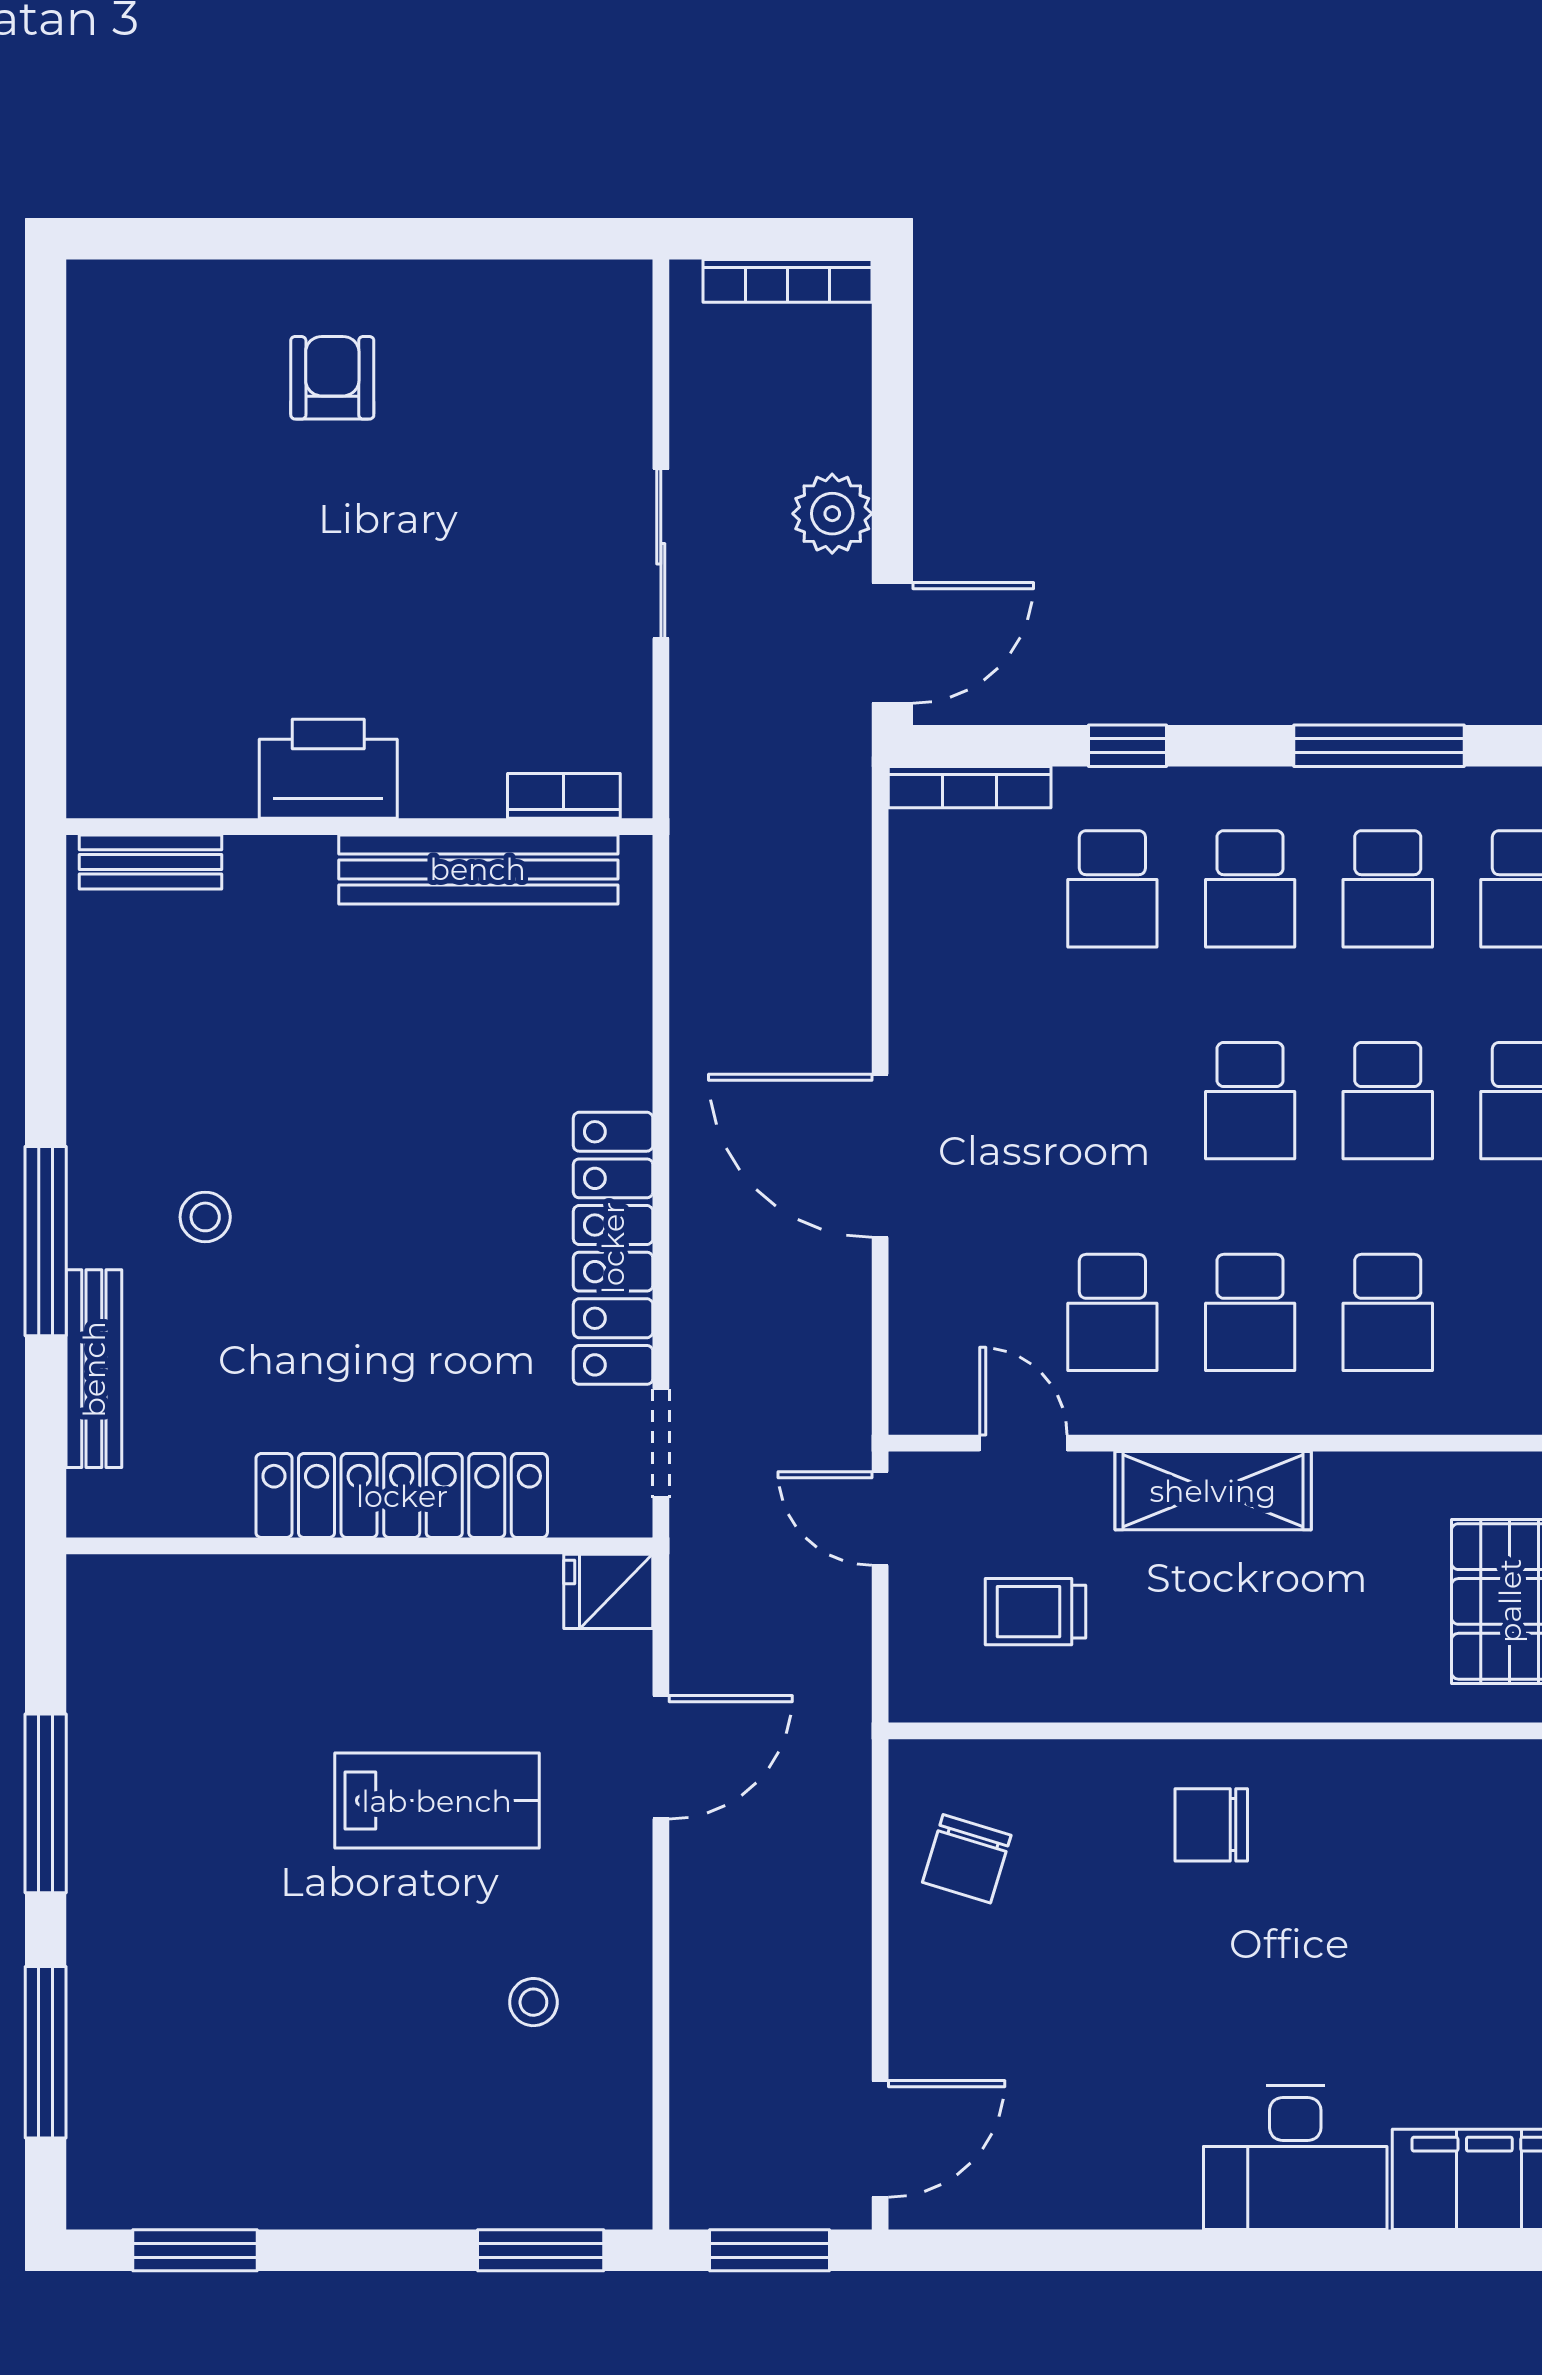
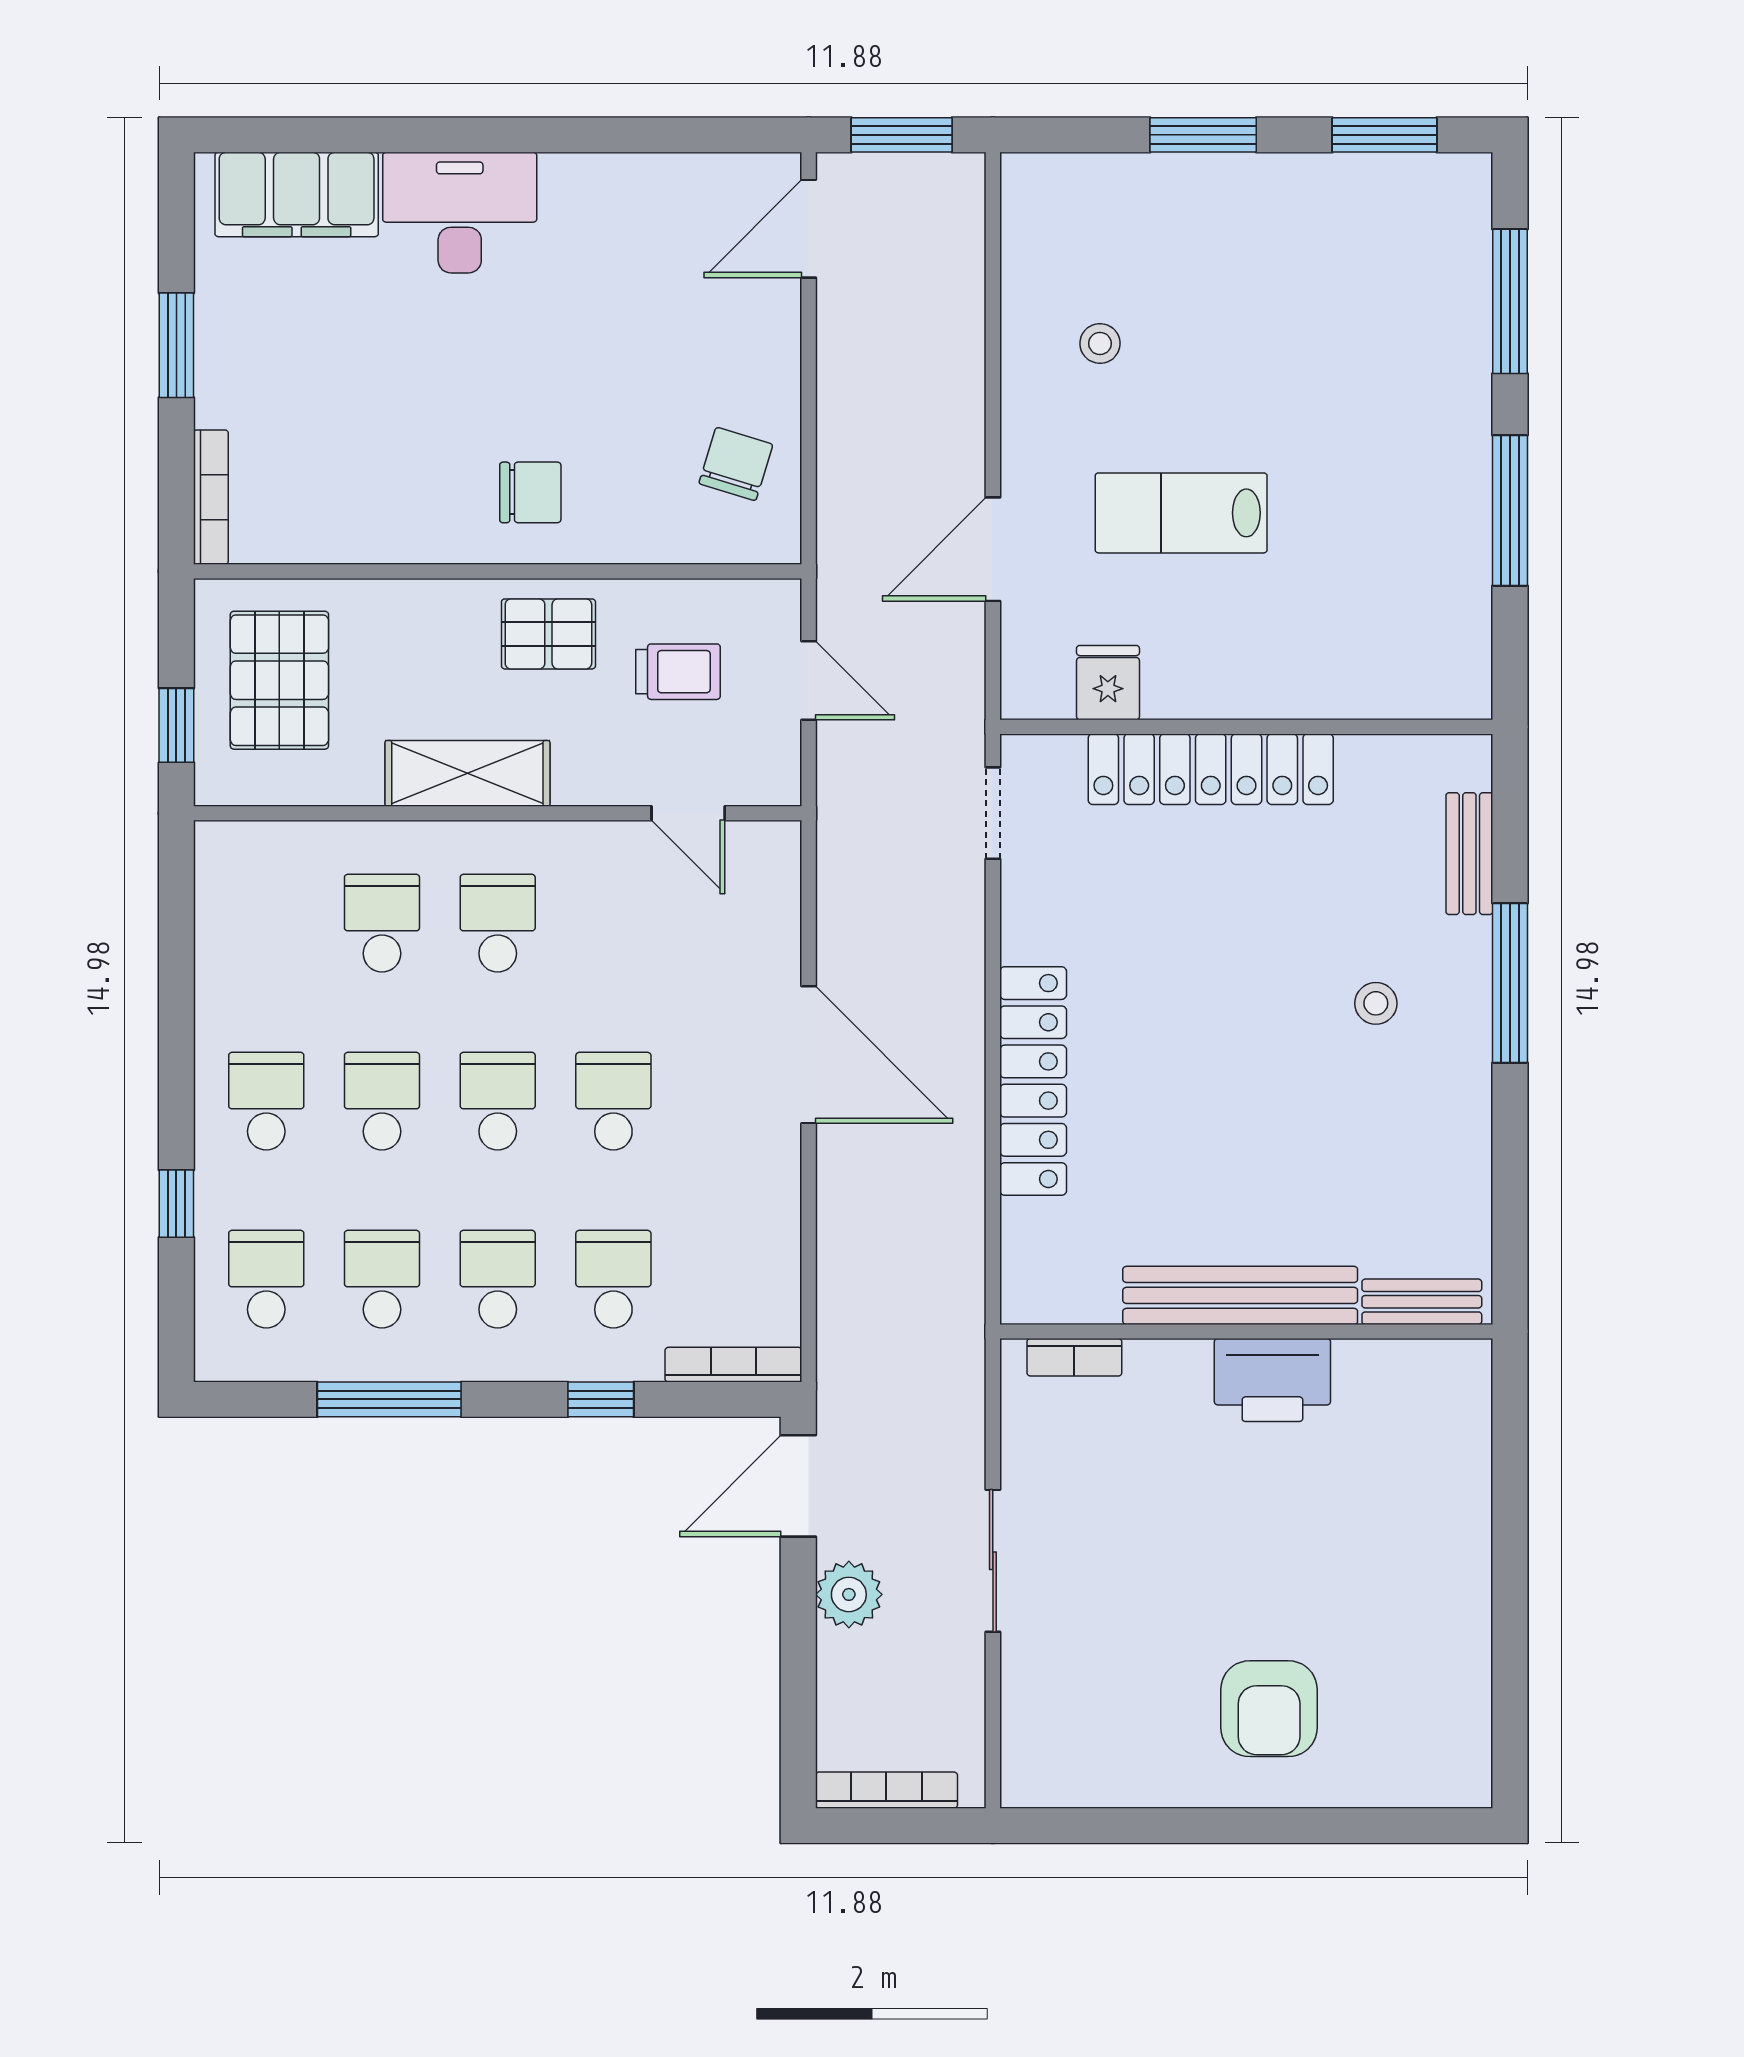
armchair: (332, 378) -> (1269, 1709), width x1.38, depth x1.38
bench: (478, 869) -> (1240, 1295), moved
locker: (613, 1248) -> (1033, 1081), moved
school desk: (1112, 1312) -> (613, 1101), moved
bench: (94, 1369) -> (1469, 854), width x0.73
shelving: (1213, 1491) -> (467, 773), moved
door: (880, 1518) -> (809, 680), moved
fridge: (608, 1591) -> (1108, 683), moved, turned -90
pallet: (1190, 1656) -> (548, 634), added
window: (541, 2250) -> (1203, 135), moved

